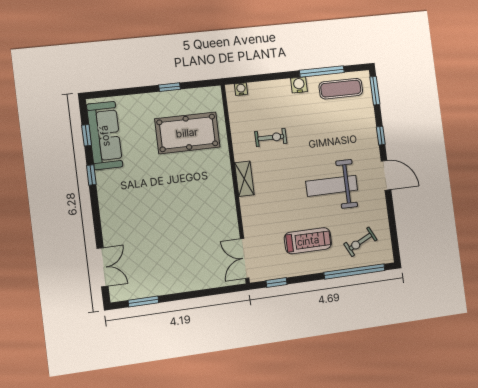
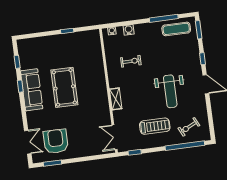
water cooler: (299, 85) -> (129, 30), moved
pool table: (187, 133) -> (64, 87), moved, turned 90
sofa: (105, 136) -> (32, 90), moved
shelving: (244, 179) -> (116, 99), moved
weight bench: (332, 186) -> (170, 91), turned -90
armchair: (149, 266) -> (56, 141), added

